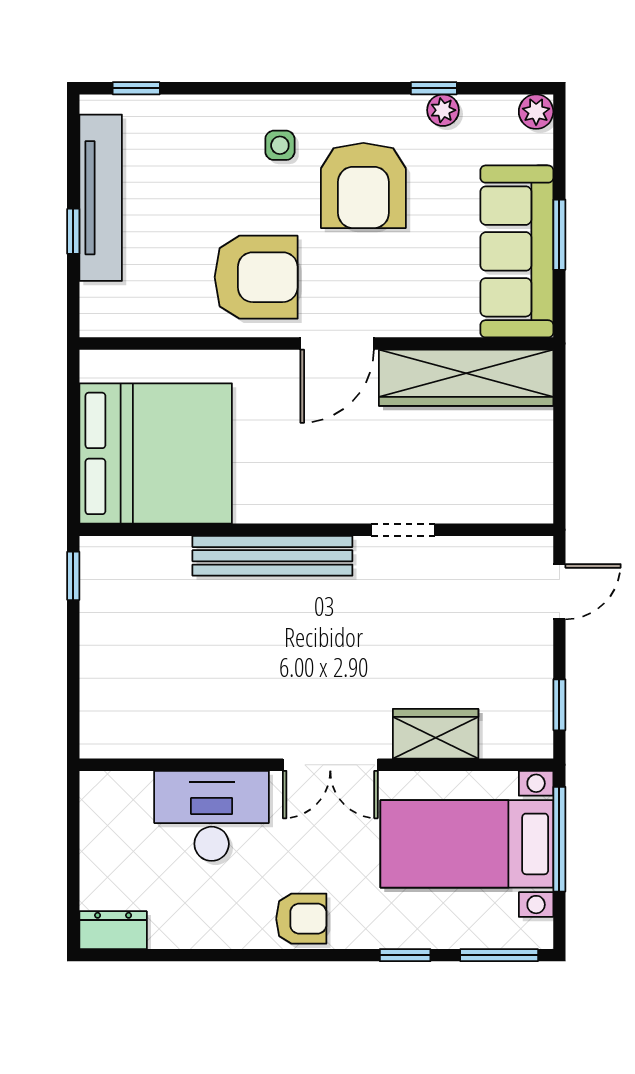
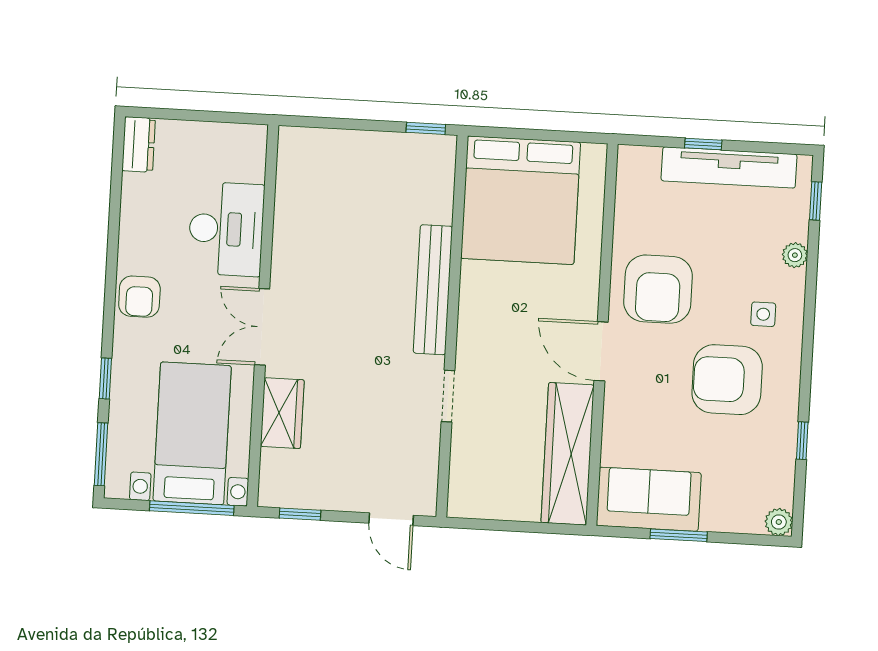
plant: (443, 110) -> (795, 255), moved
sofa: (517, 251) -> (649, 499), width x0.73

